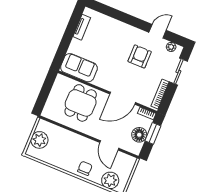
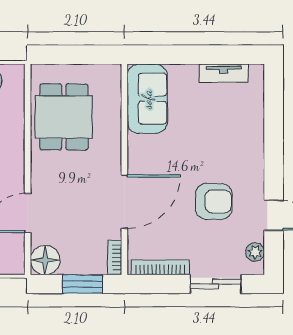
door: (123, 98) -> (124, 202), swing flipped
dining table: (81, 103) -> (64, 117), moved, turned 90
floor lamp: (139, 135) -> (45, 260), moved

